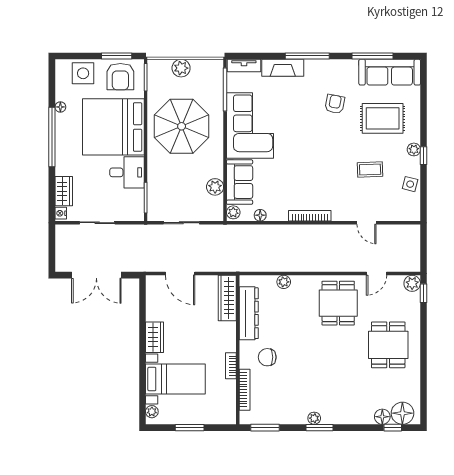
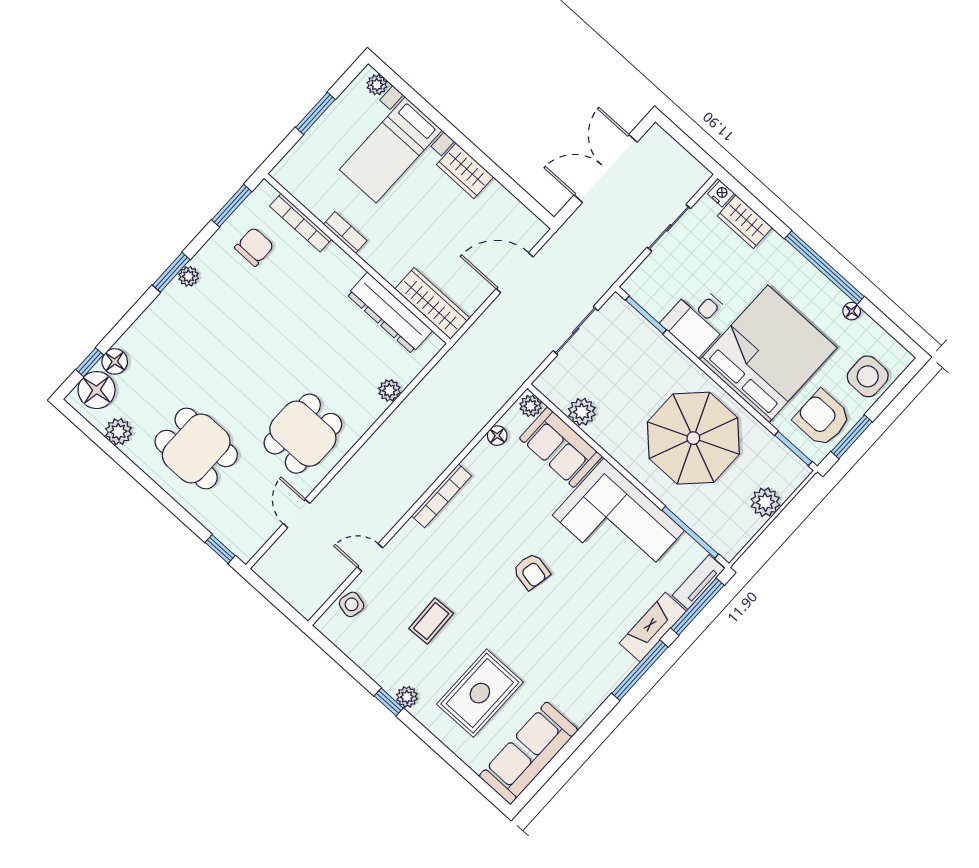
window: (372, 56) -> (697, 607), moved
armchair: (335, 104) -> (531, 571), moved
side table: (410, 184) -> (352, 604), moved
plant: (412, 283) -> (119, 432), moved
dining table: (338, 303) -> (303, 434), turned 90
chair: (267, 357) -> (254, 247), moved

